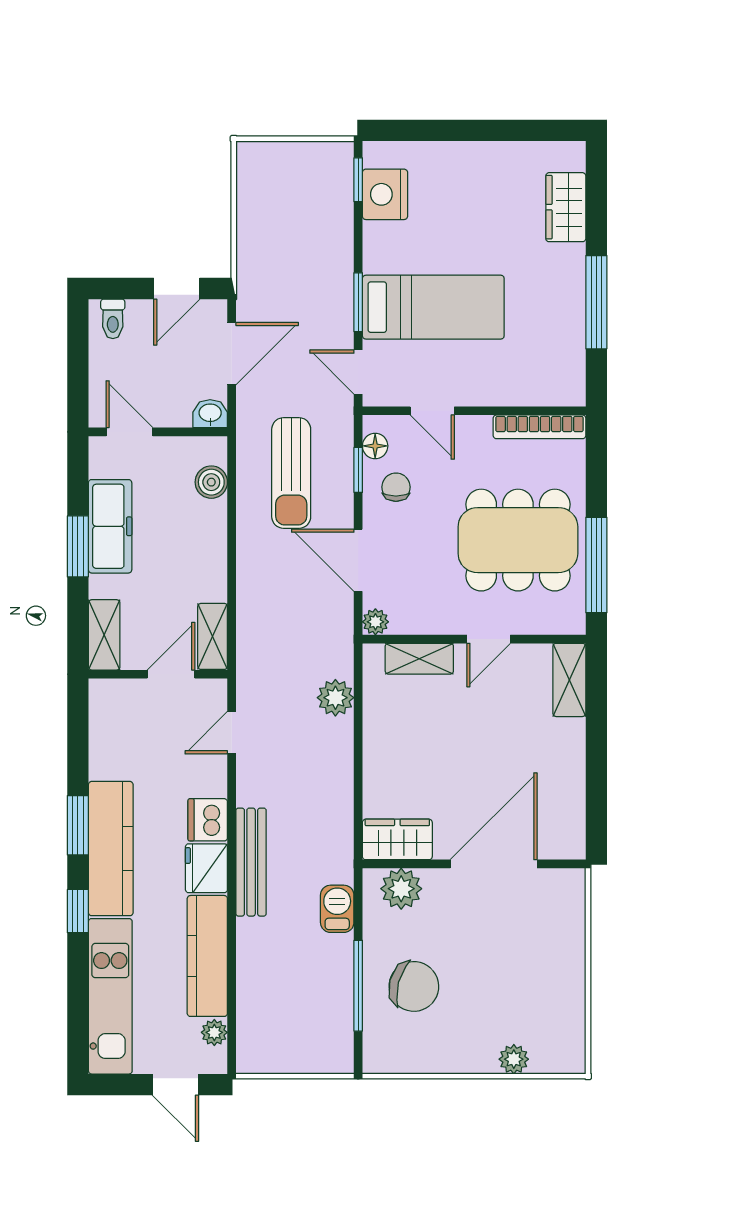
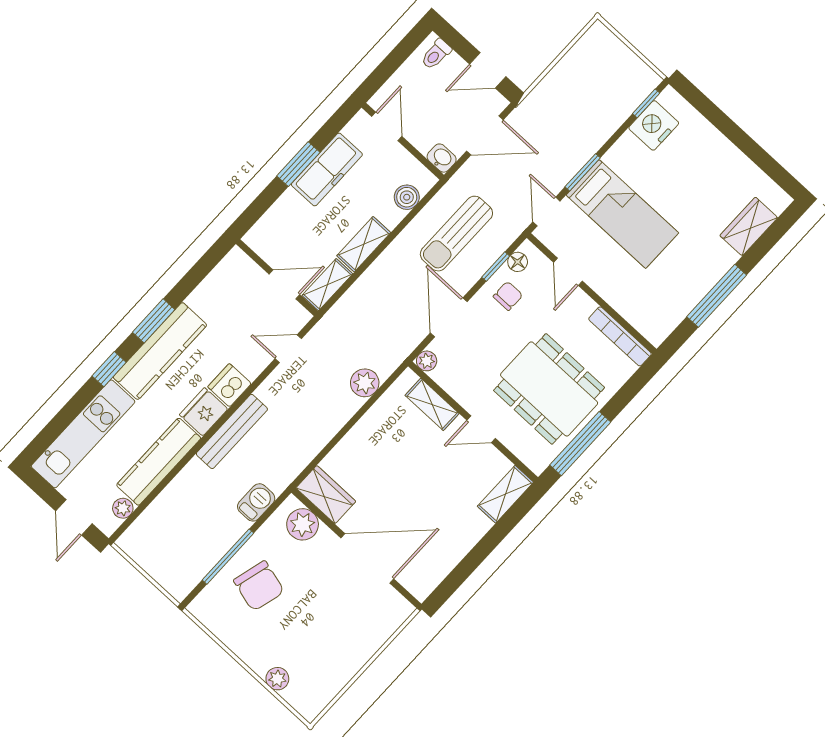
shelving: (104, 635) -> (364, 244), moved

